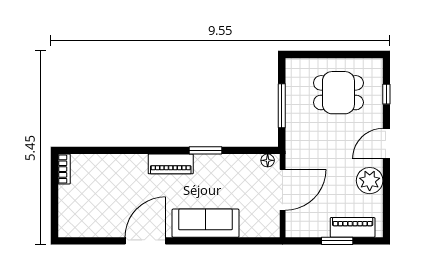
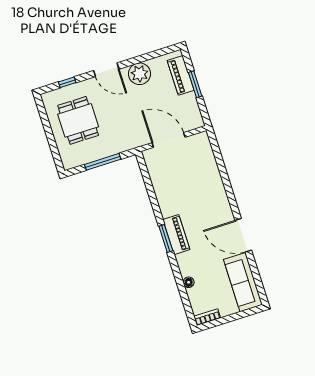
window: (205, 150) -> (166, 238), moved
floor lamp: (268, 160) -> (189, 282), moved
sofa: (206, 223) -> (243, 282), moved

